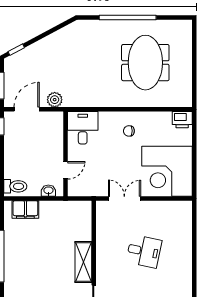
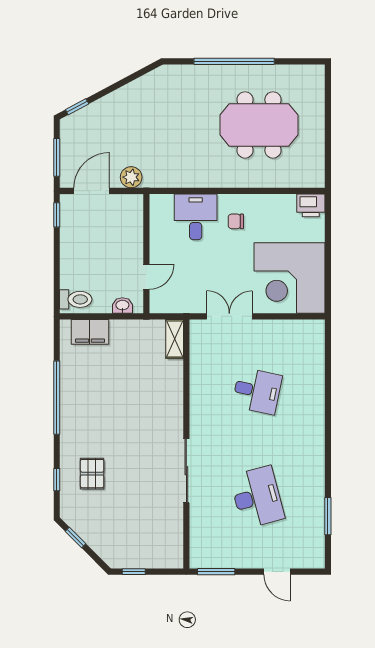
meeting table: (145, 63) -> (259, 125), turned 90
desk: (83, 128) -> (196, 217), moved
shelving: (83, 262) -> (175, 339), moved, width x0.67, depth x0.75

